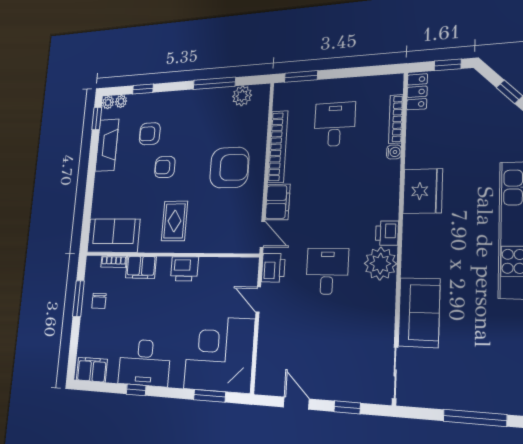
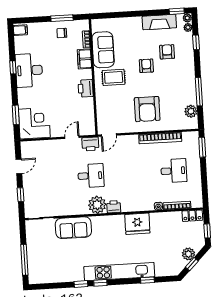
plant: (489, 98) -> (188, 254), added
filing cabinet: (278, 202) -> (128, 142), removed
sofa: (113, 236) -> (103, 50), moved
corner desk: (219, 354) -> (34, 123), width x0.74, depth x0.74
filing cabinet: (92, 370) -> (20, 30), width x0.50

